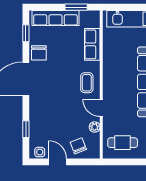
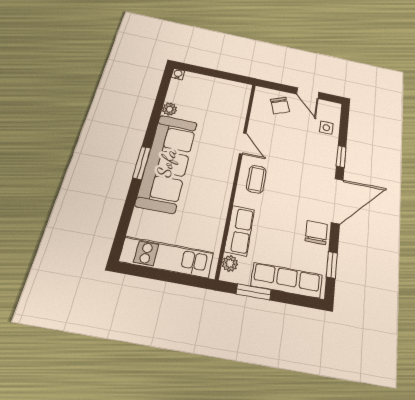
plant: (95, 127) -> (230, 263), moved
window: (26, 129) -> (341, 156), moved
cafe table: (123, 143) -> (224, 97), removed
side table: (40, 152) -> (326, 128), moved

